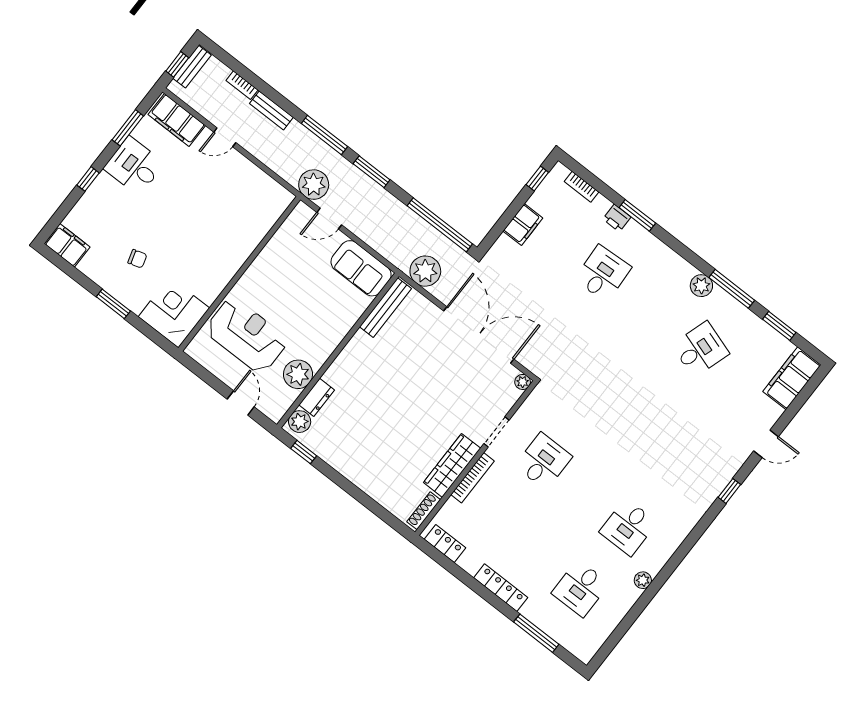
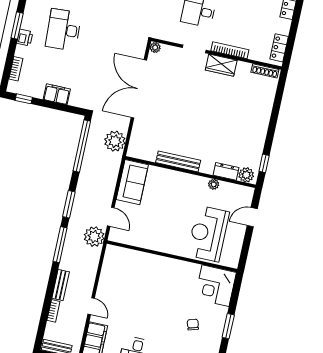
desk: (603, 273) -> (64, 30), width x1.37
bench: (385, 308) -> (178, 161), moved
plant: (298, 374) -> (214, 184), width x0.53, depth x0.53
wardrobe: (452, 465) -> (221, 65), width x0.67

